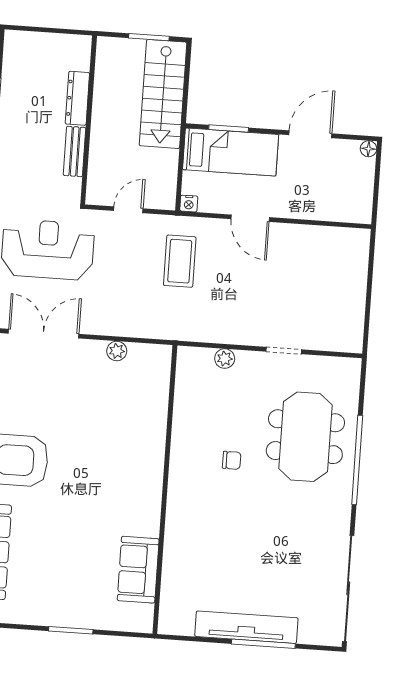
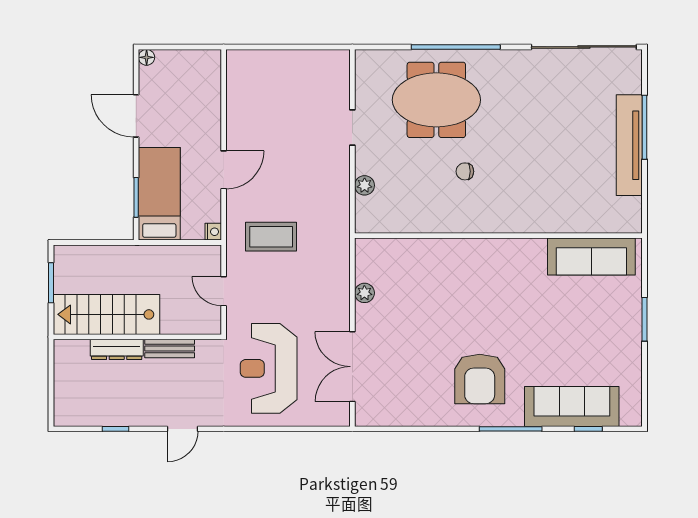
stairs: (163, 94) -> (106, 314), moved, turned 180
chair: (232, 460) -> (465, 171), turned -90
sofa: (138, 570) -> (591, 256), width x1.36

